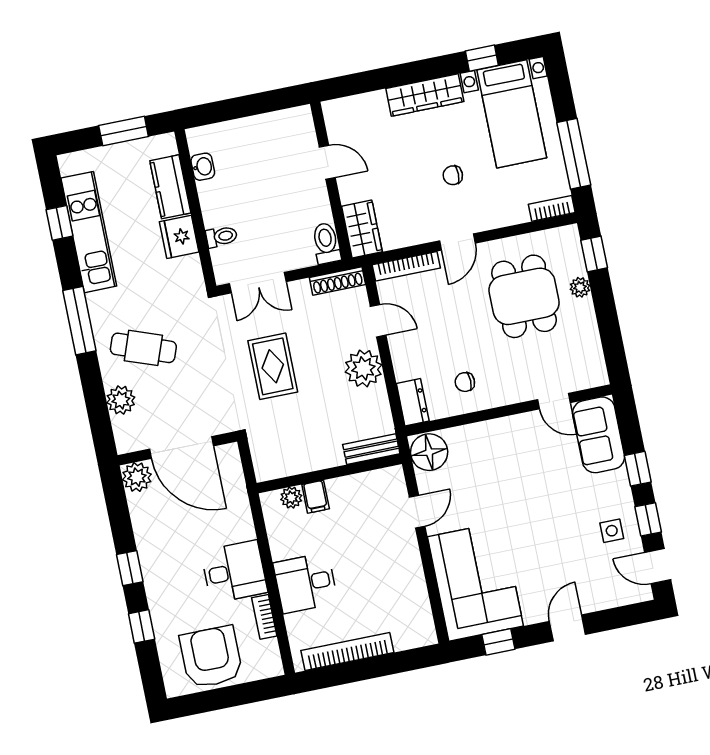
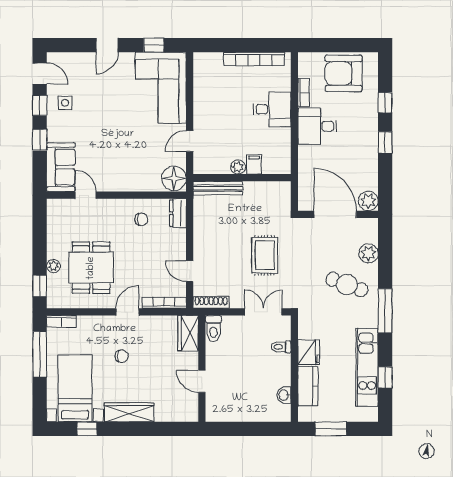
plant: (363, 368) -> (206, 242), removed
bench: (371, 449) -> (218, 188), width x1.36
plant: (291, 498) -> (238, 167), moved
armchair: (211, 657) -> (344, 73), turned 90

